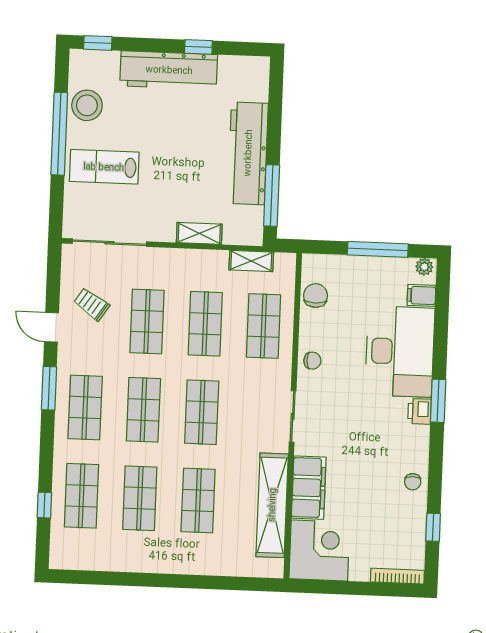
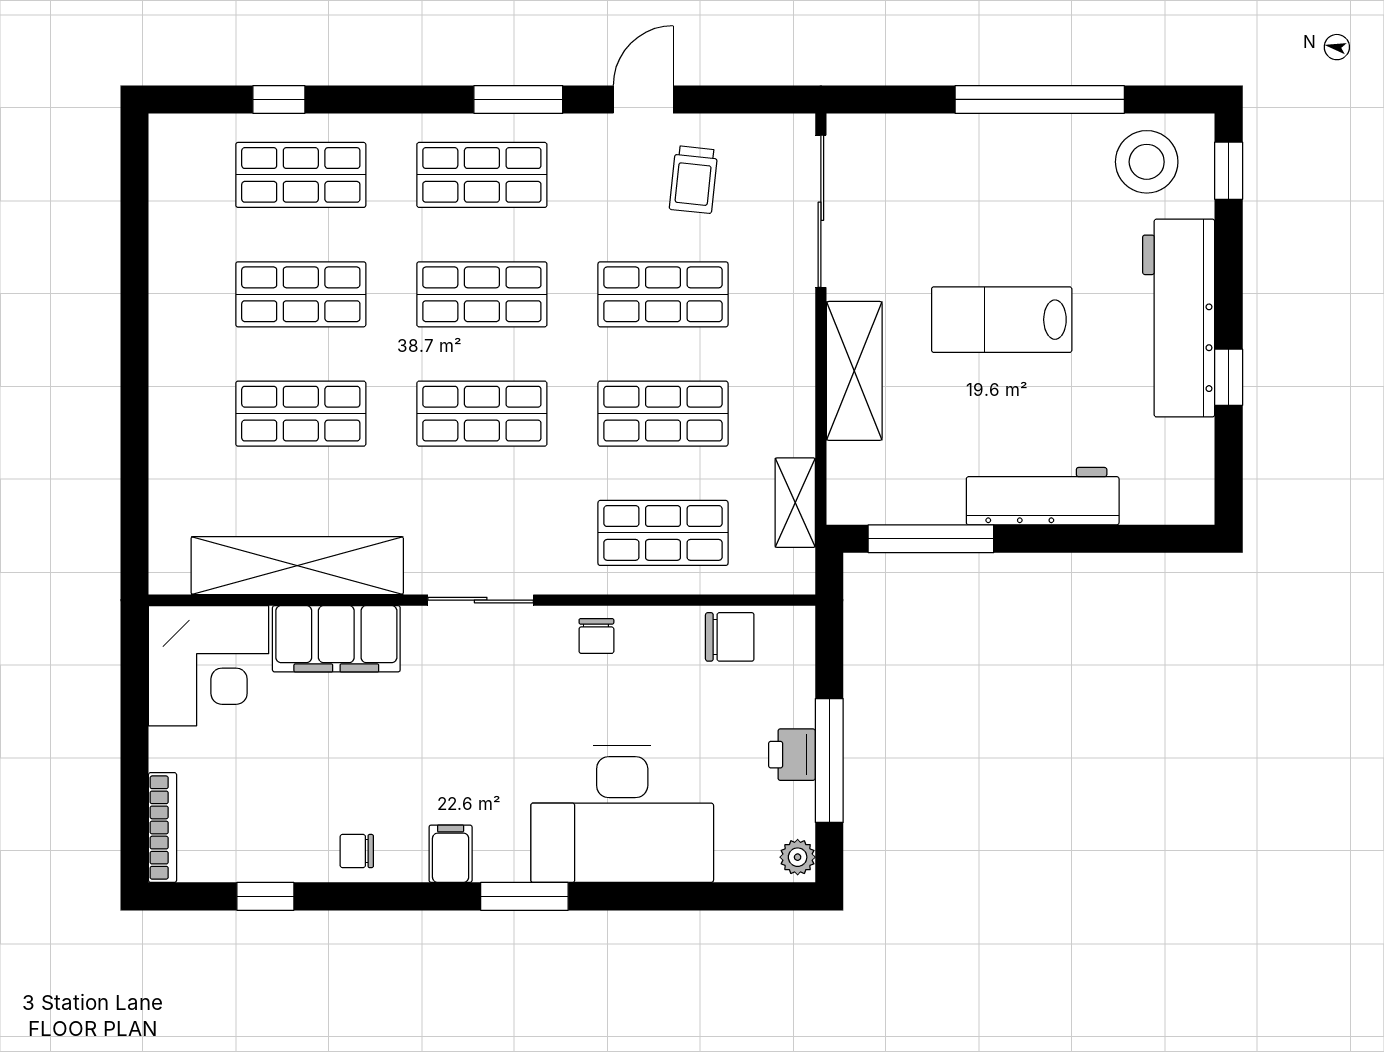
stool: (87, 105) -> (1147, 162), moved
workbench: (248, 153) -> (1043, 496), width x0.73, depth x0.76
lab bench: (104, 167) -> (1002, 320), moved, turned -90
shelving: (199, 233) -> (854, 371), width x1.50, depth x1.33
filing cabinet: (421, 295) -> (451, 854), moved
trolley: (92, 304) -> (694, 180), turned 152
printer: (419, 411) -> (792, 755), moved, turned -90

